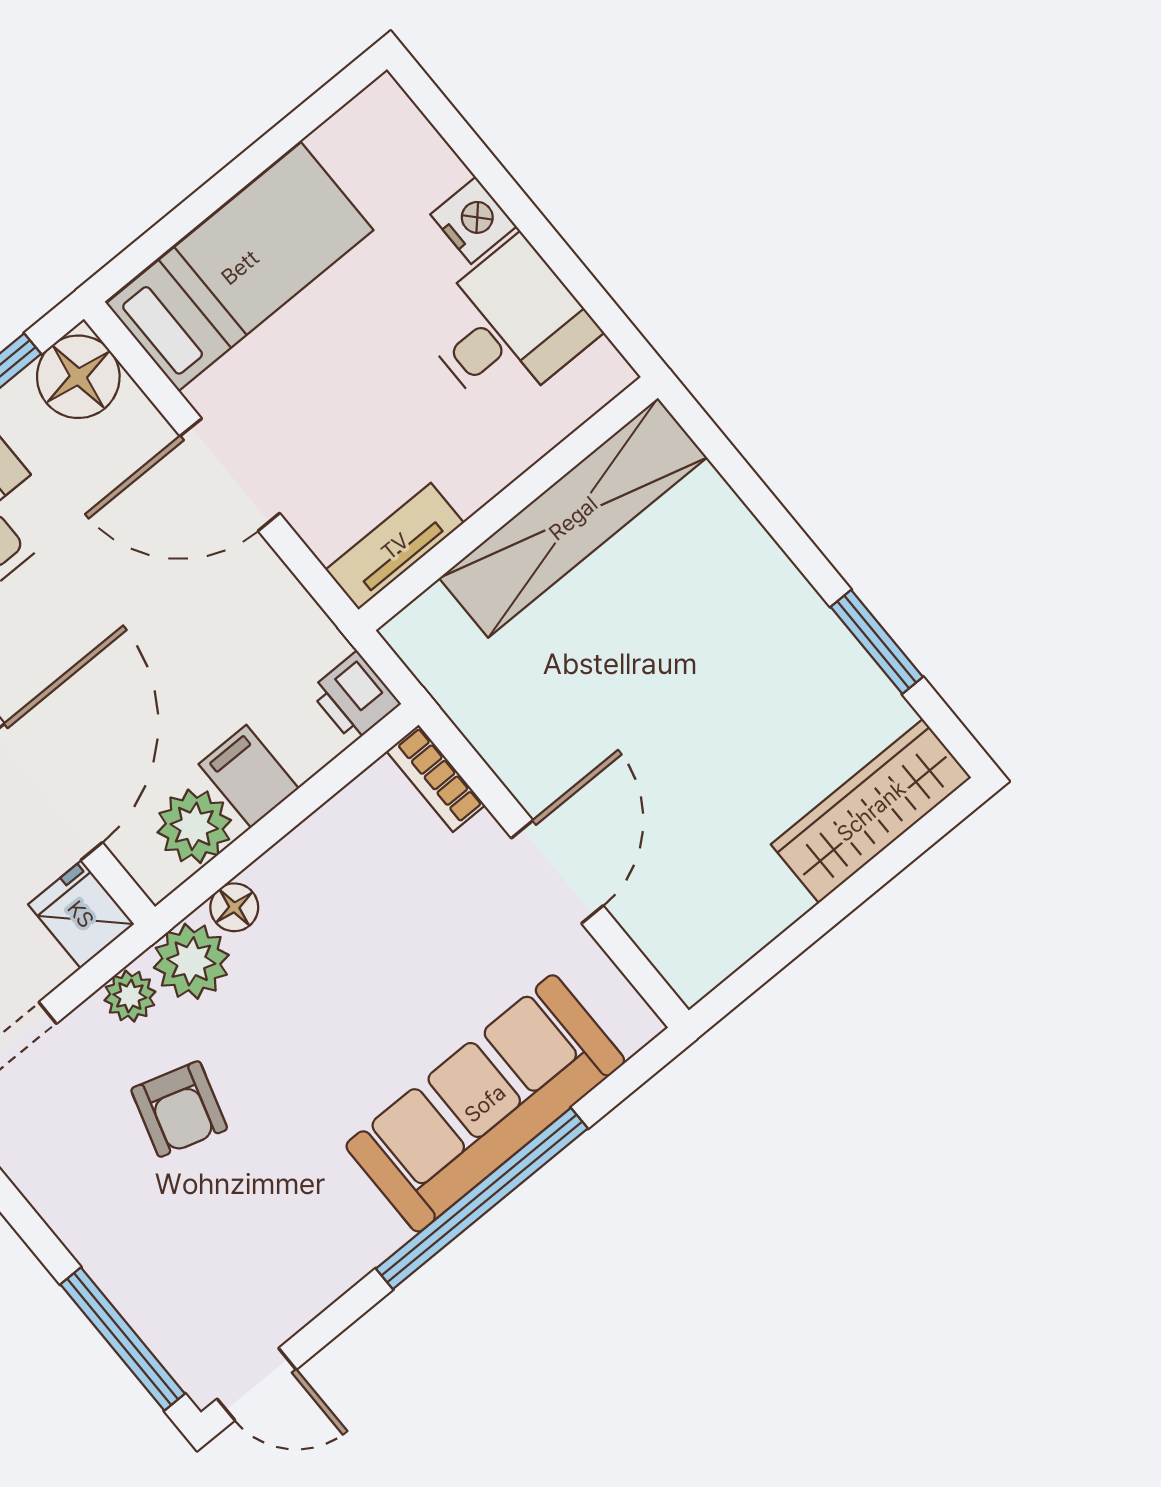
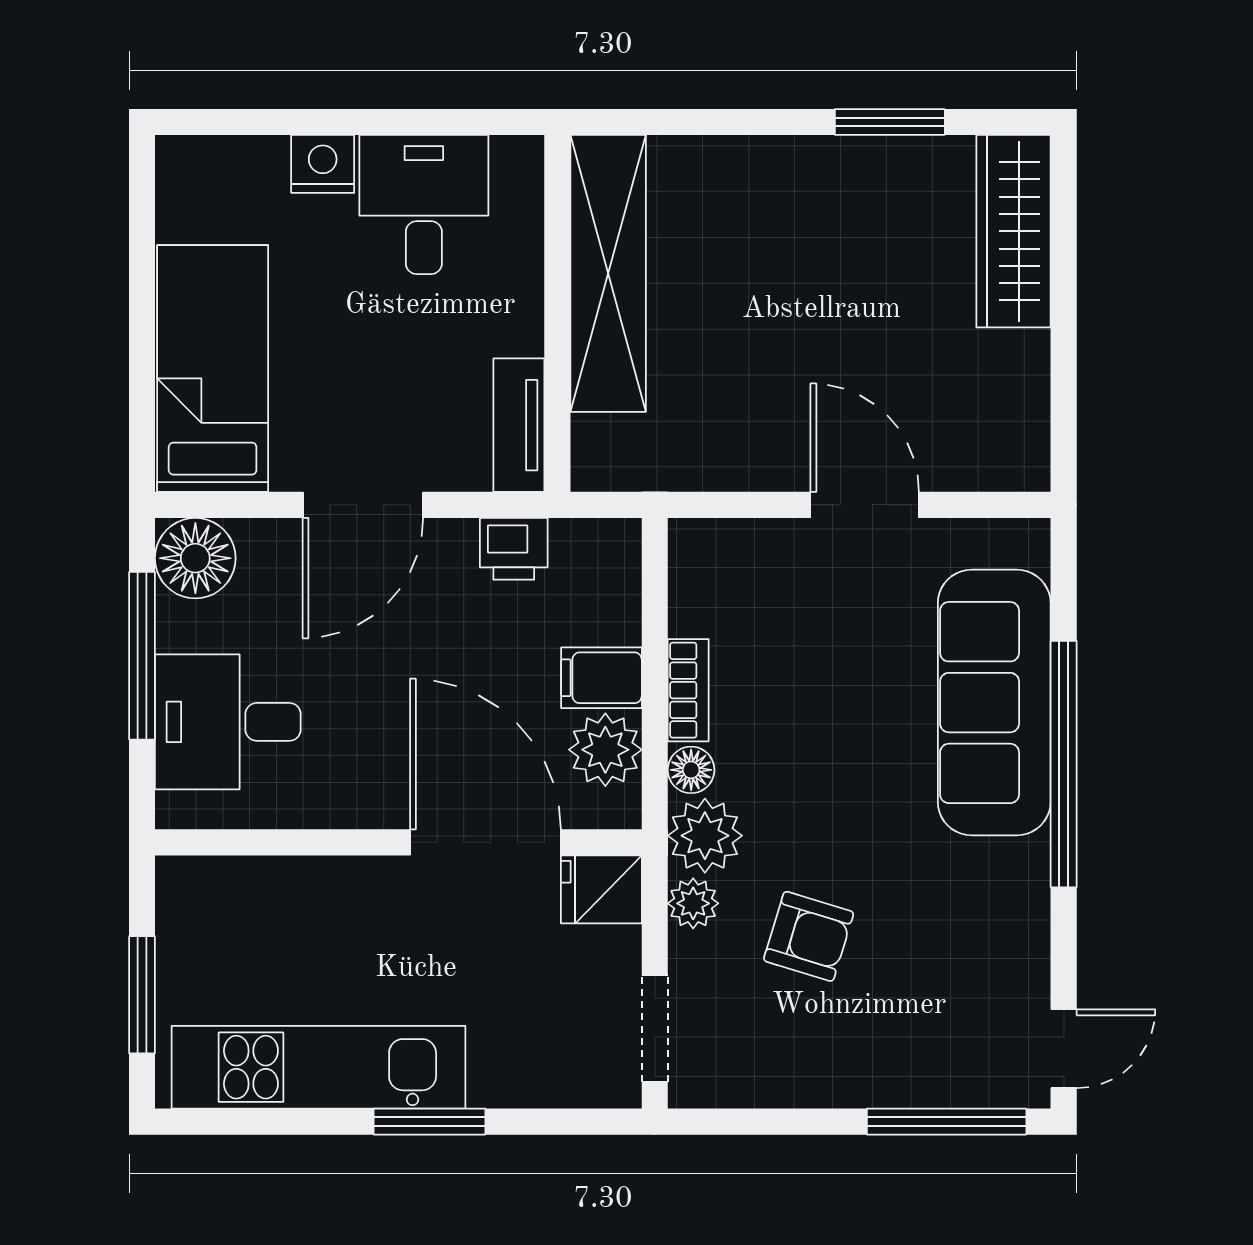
printer: (355, 697) -> (514, 549), moved
bookcase: (436, 778) -> (688, 690), moved, turned -90

